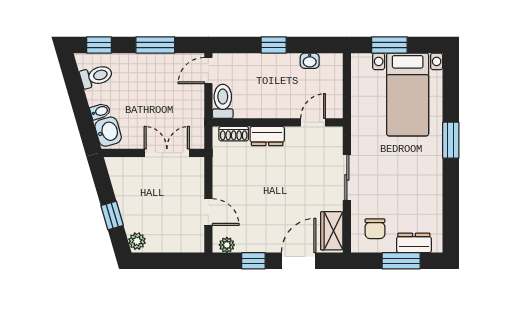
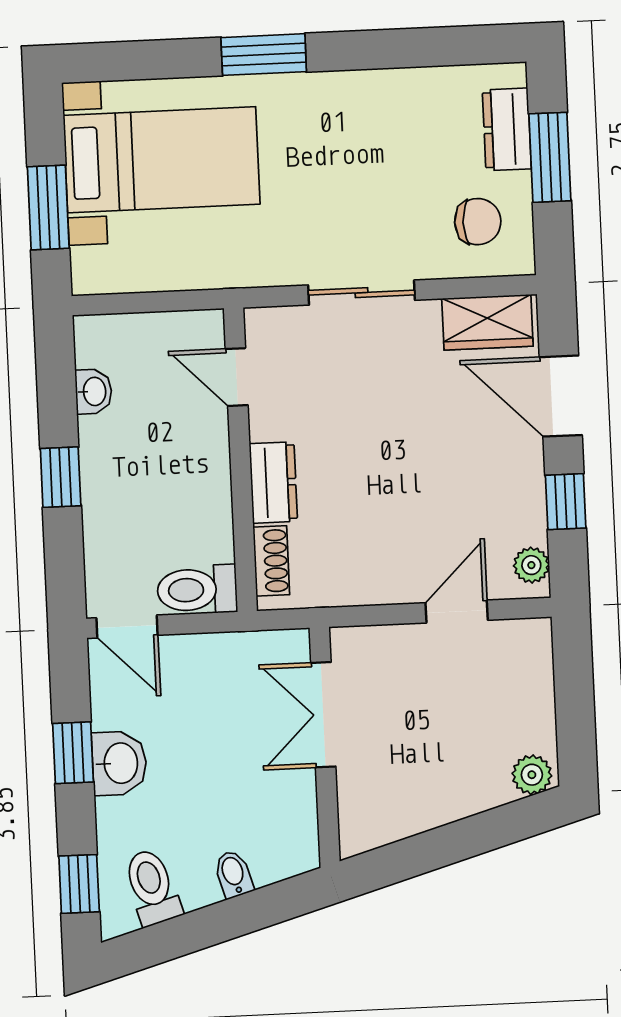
window: (155, 45) -> (73, 753), width x0.67
washbasin: (108, 132) -> (119, 763), moved, turned 106
window: (112, 216) -> (475, 835), removed

